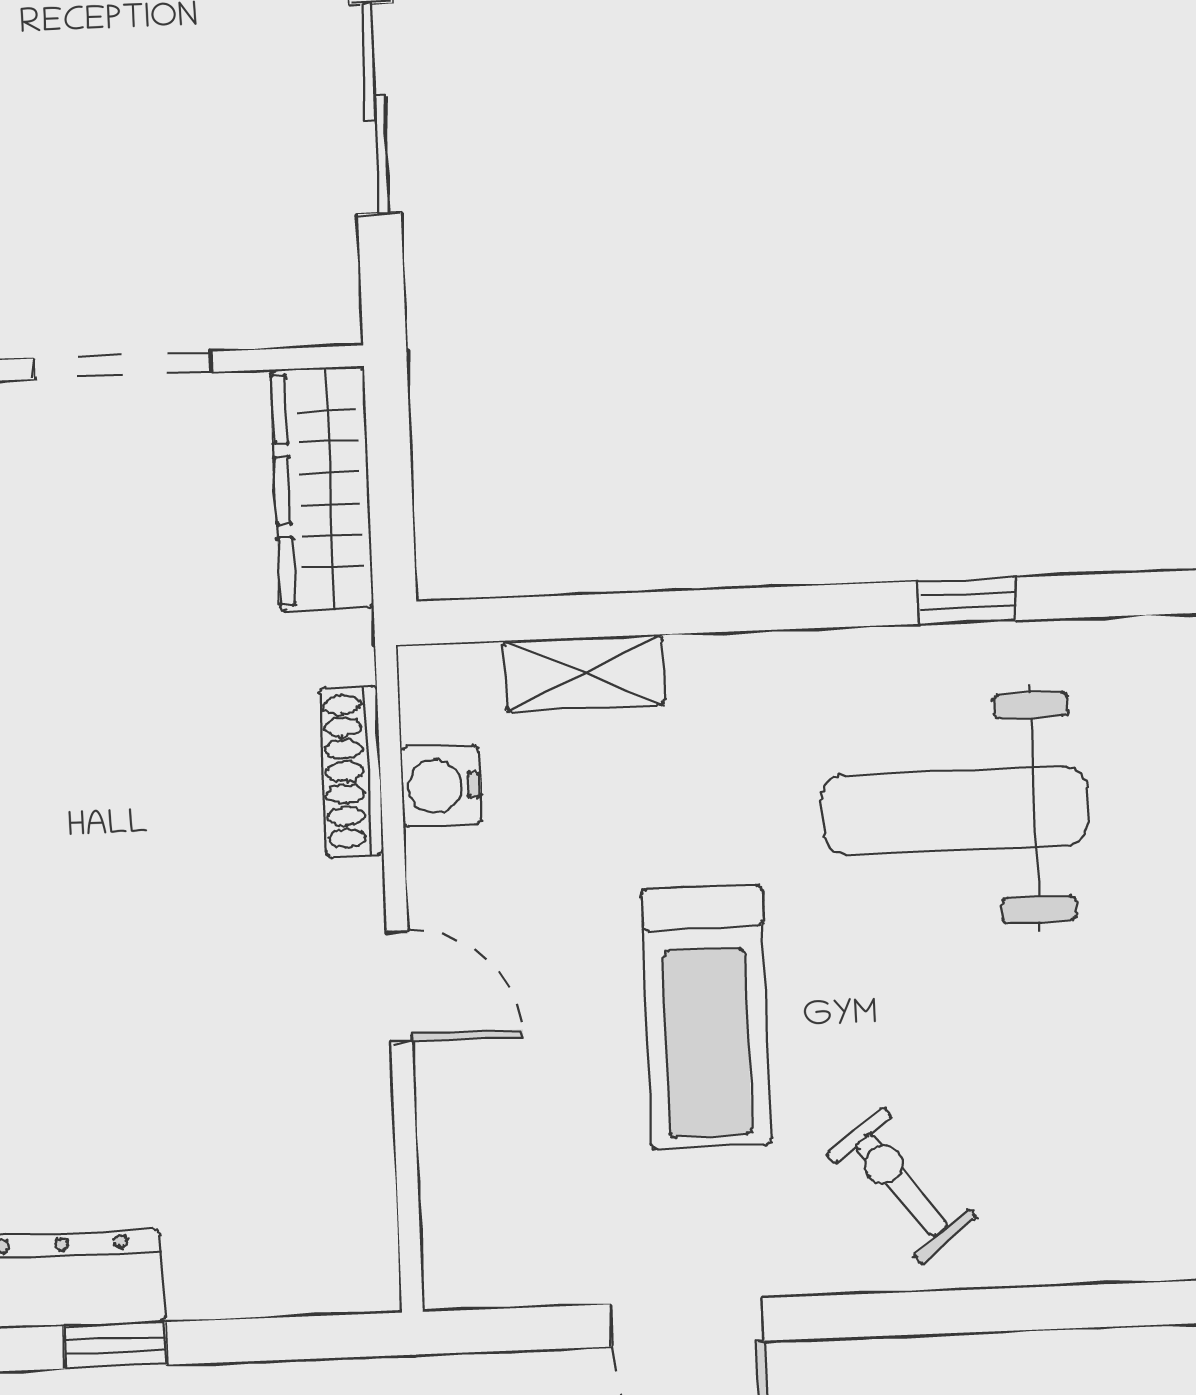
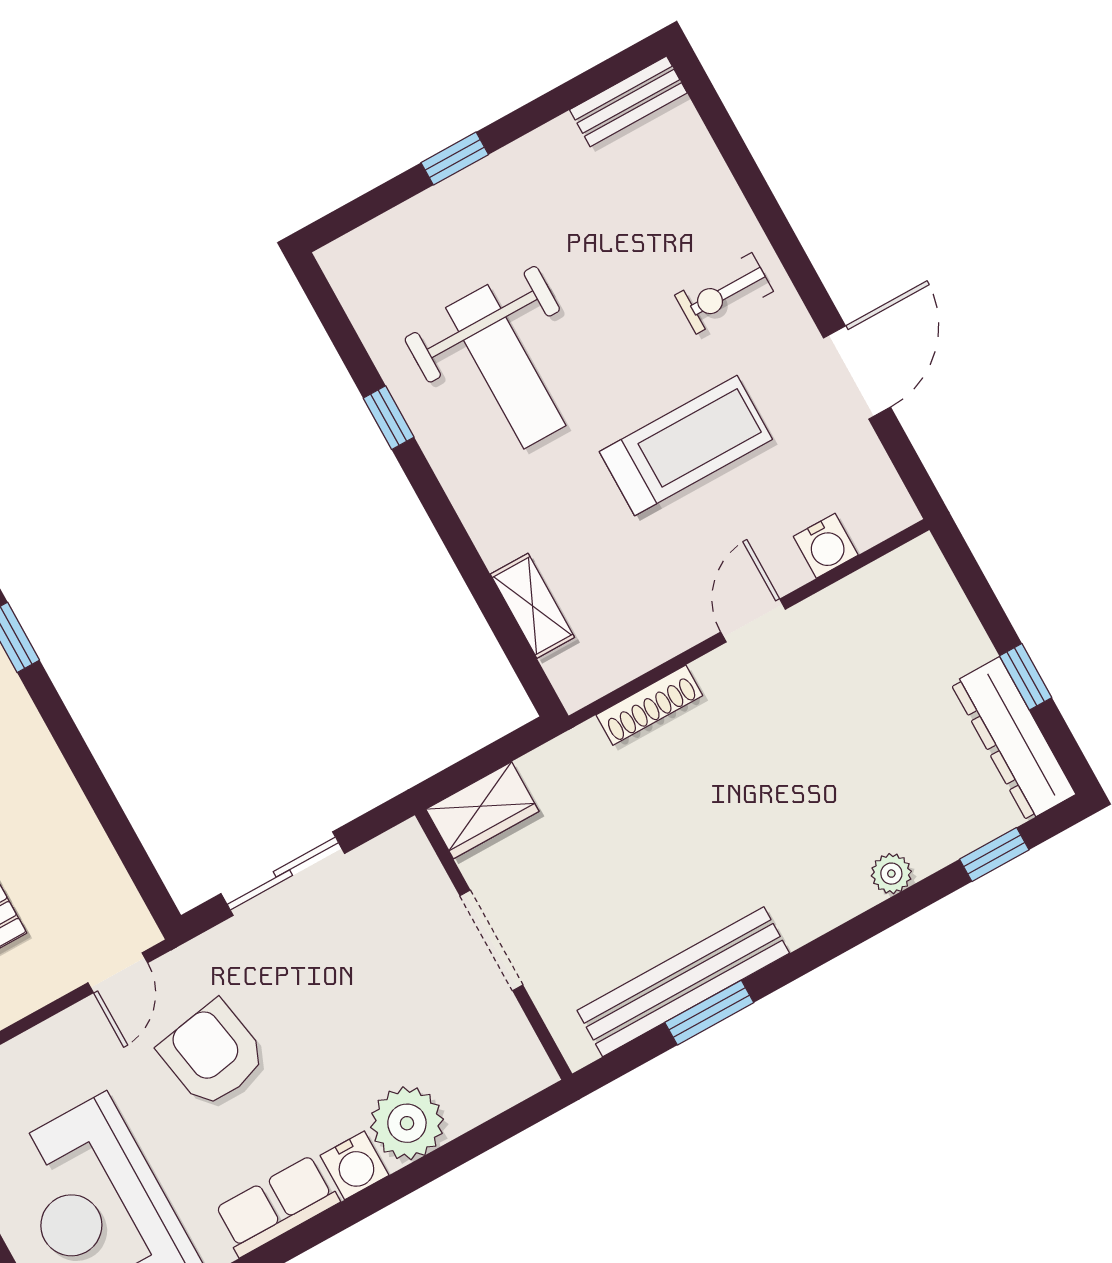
wardrobe: (322, 489) -> (482, 810), width x0.67
water cooler: (441, 786) -> (826, 546), moved
exercise bike: (902, 1185) -> (724, 293), turned 38

